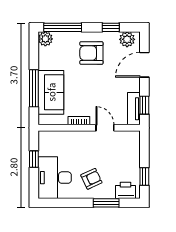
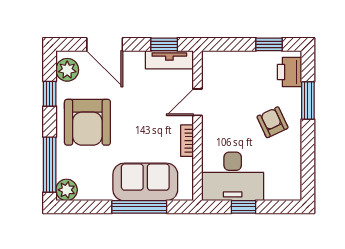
armchair: (91, 53) -> (87, 122), width x1.36, depth x1.36
desk: (55, 178) -> (233, 176), moved

